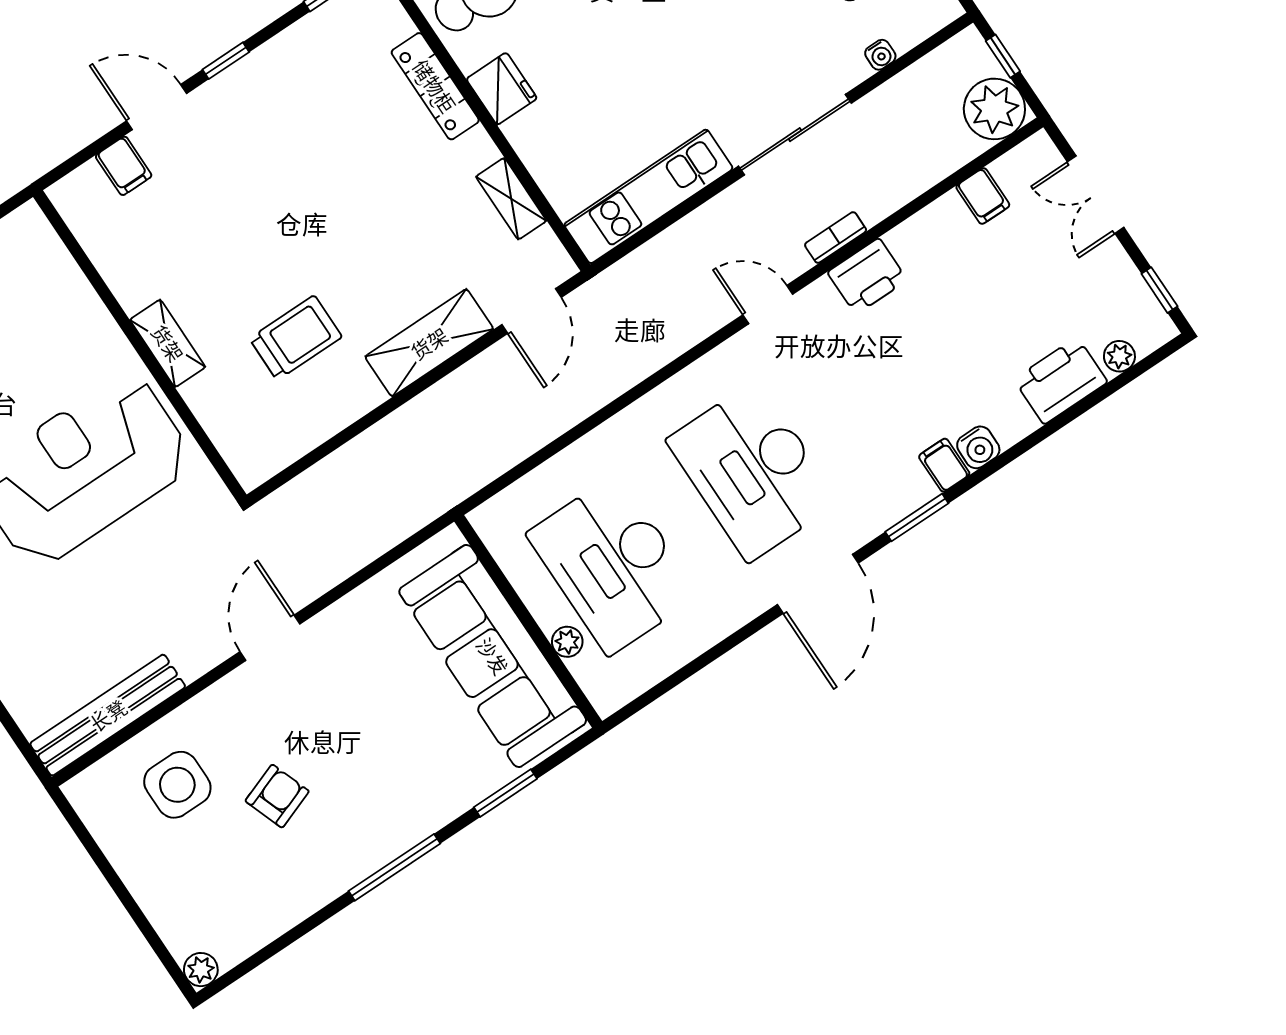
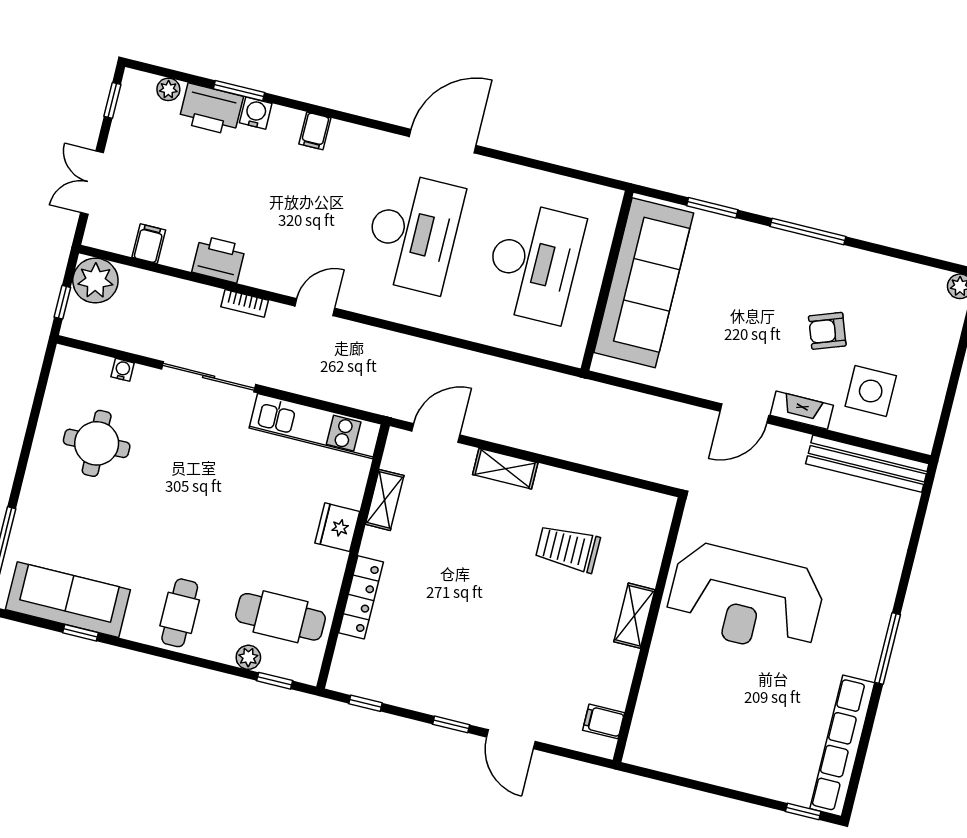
fridge: (502, 89) -> (337, 527), moved
filing cabinet: (124, 166) -> (604, 721), moved, turned -90
double door: (1096, 195) -> (92, 183), swing flipped
printer: (867, 276) -> (219, 259), moved
door: (768, 304) -> (315, 307), swing flipped
shelving: (429, 343) -> (505, 469), width x0.67, depth x0.75
water cooler: (978, 447) -> (256, 113), moved
window: (917, 517) -> (239, 91), moved
plant: (567, 642) -> (599, 249), removed
fireplace: (221, 698) -> (802, 410), added

